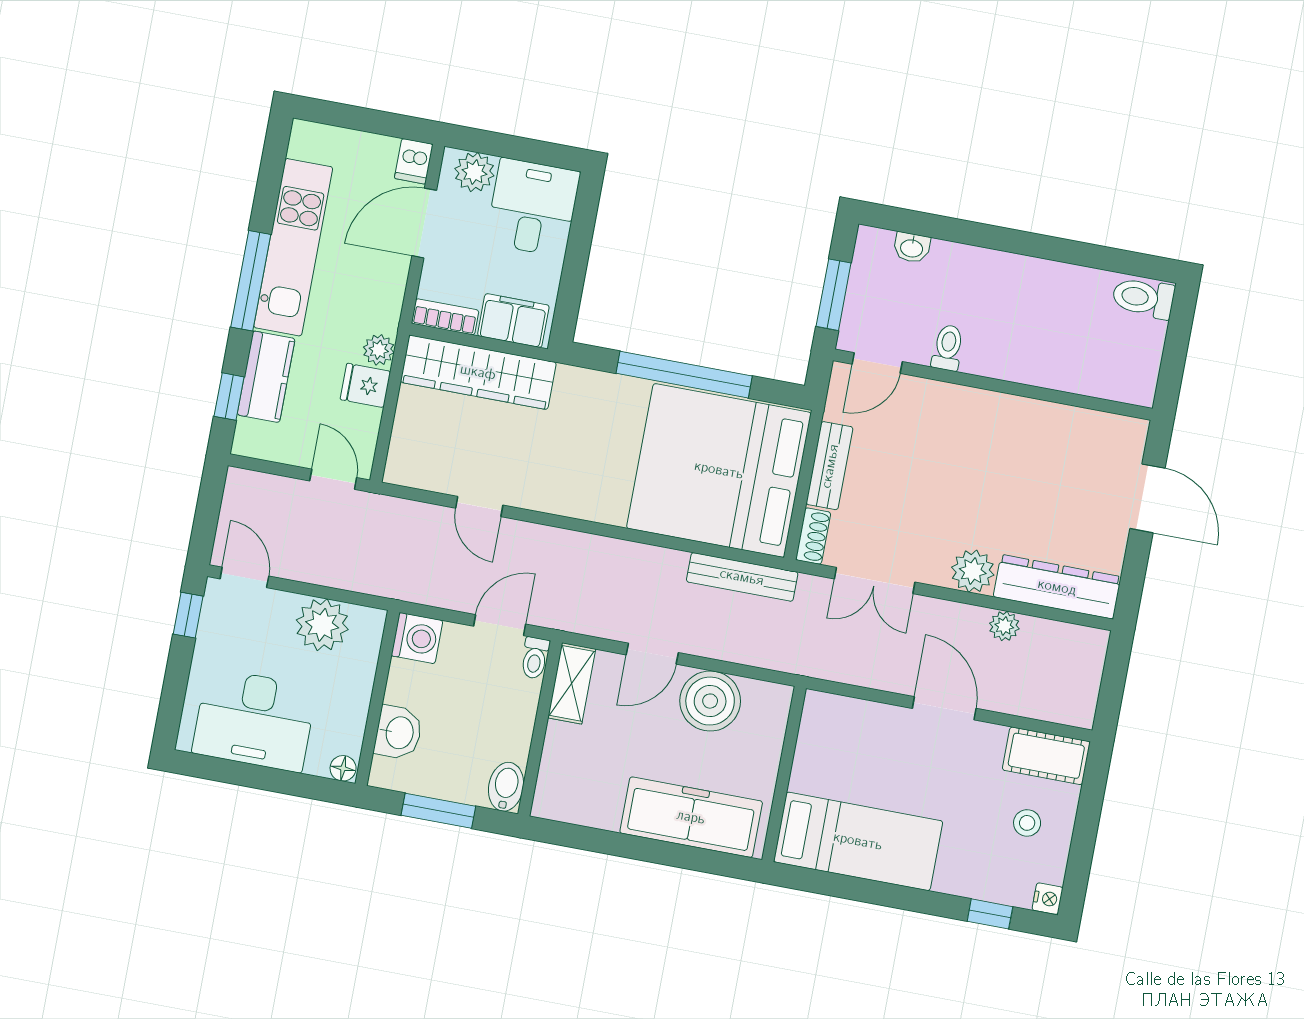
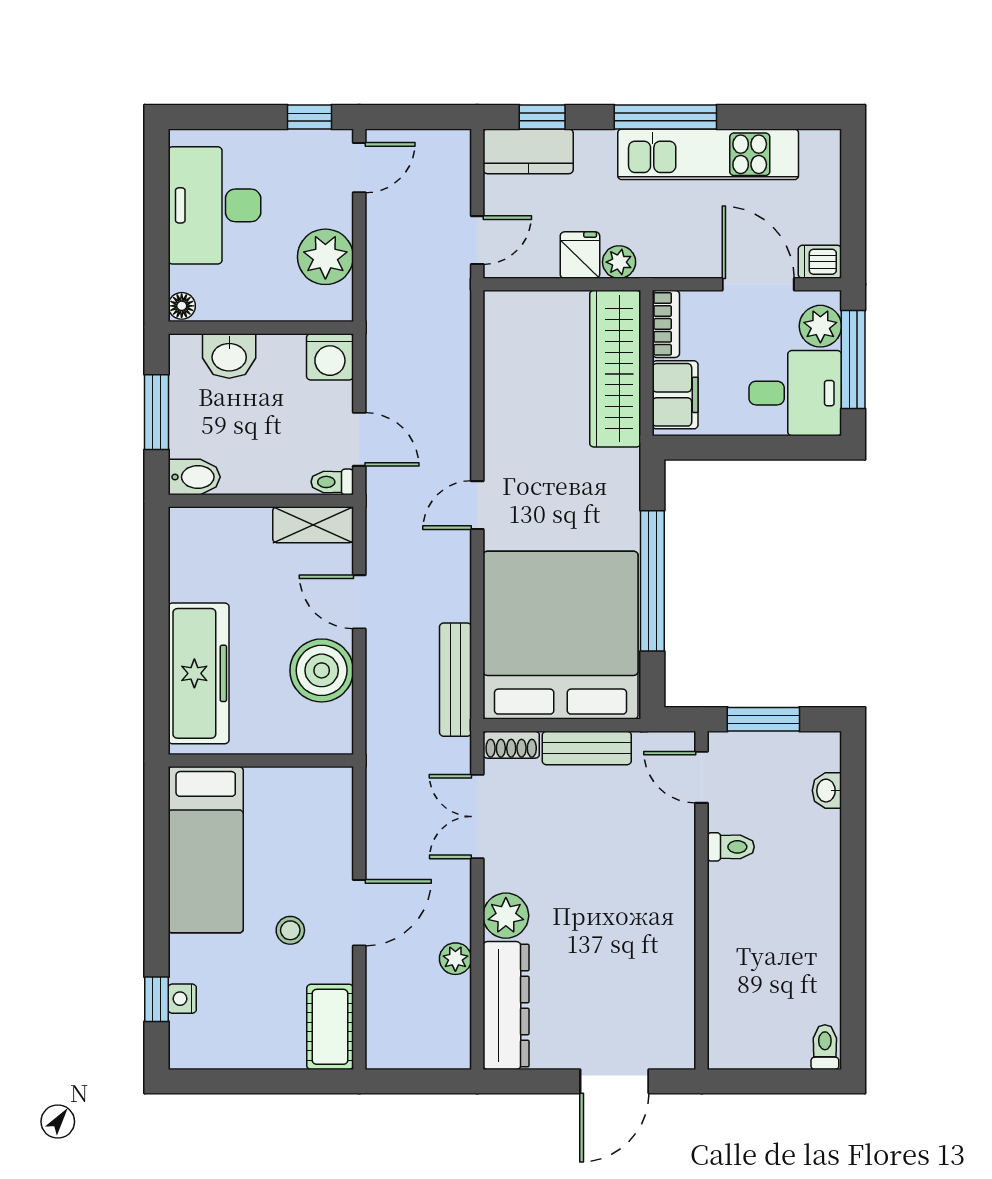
window: (512, 147) -> (853, 360), added
toilet: (1143, 298) -> (825, 1047), width x0.73, depth x0.72
kitchen counter: (266, 377) -> (528, 151), moved
door: (479, 507) -> (477, 505), moved
stool: (1027, 823) -> (290, 930), moved
nightstand: (1047, 899) -> (182, 999), moved, turned 90

